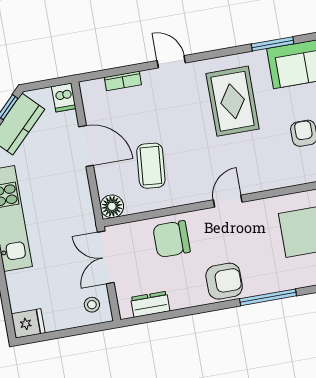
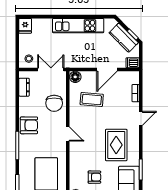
rug: (233, 101) -> (116, 145), turned 90
chair: (172, 239) -> (54, 103), turned 180
armchair: (224, 281) -> (29, 125), turned -90

